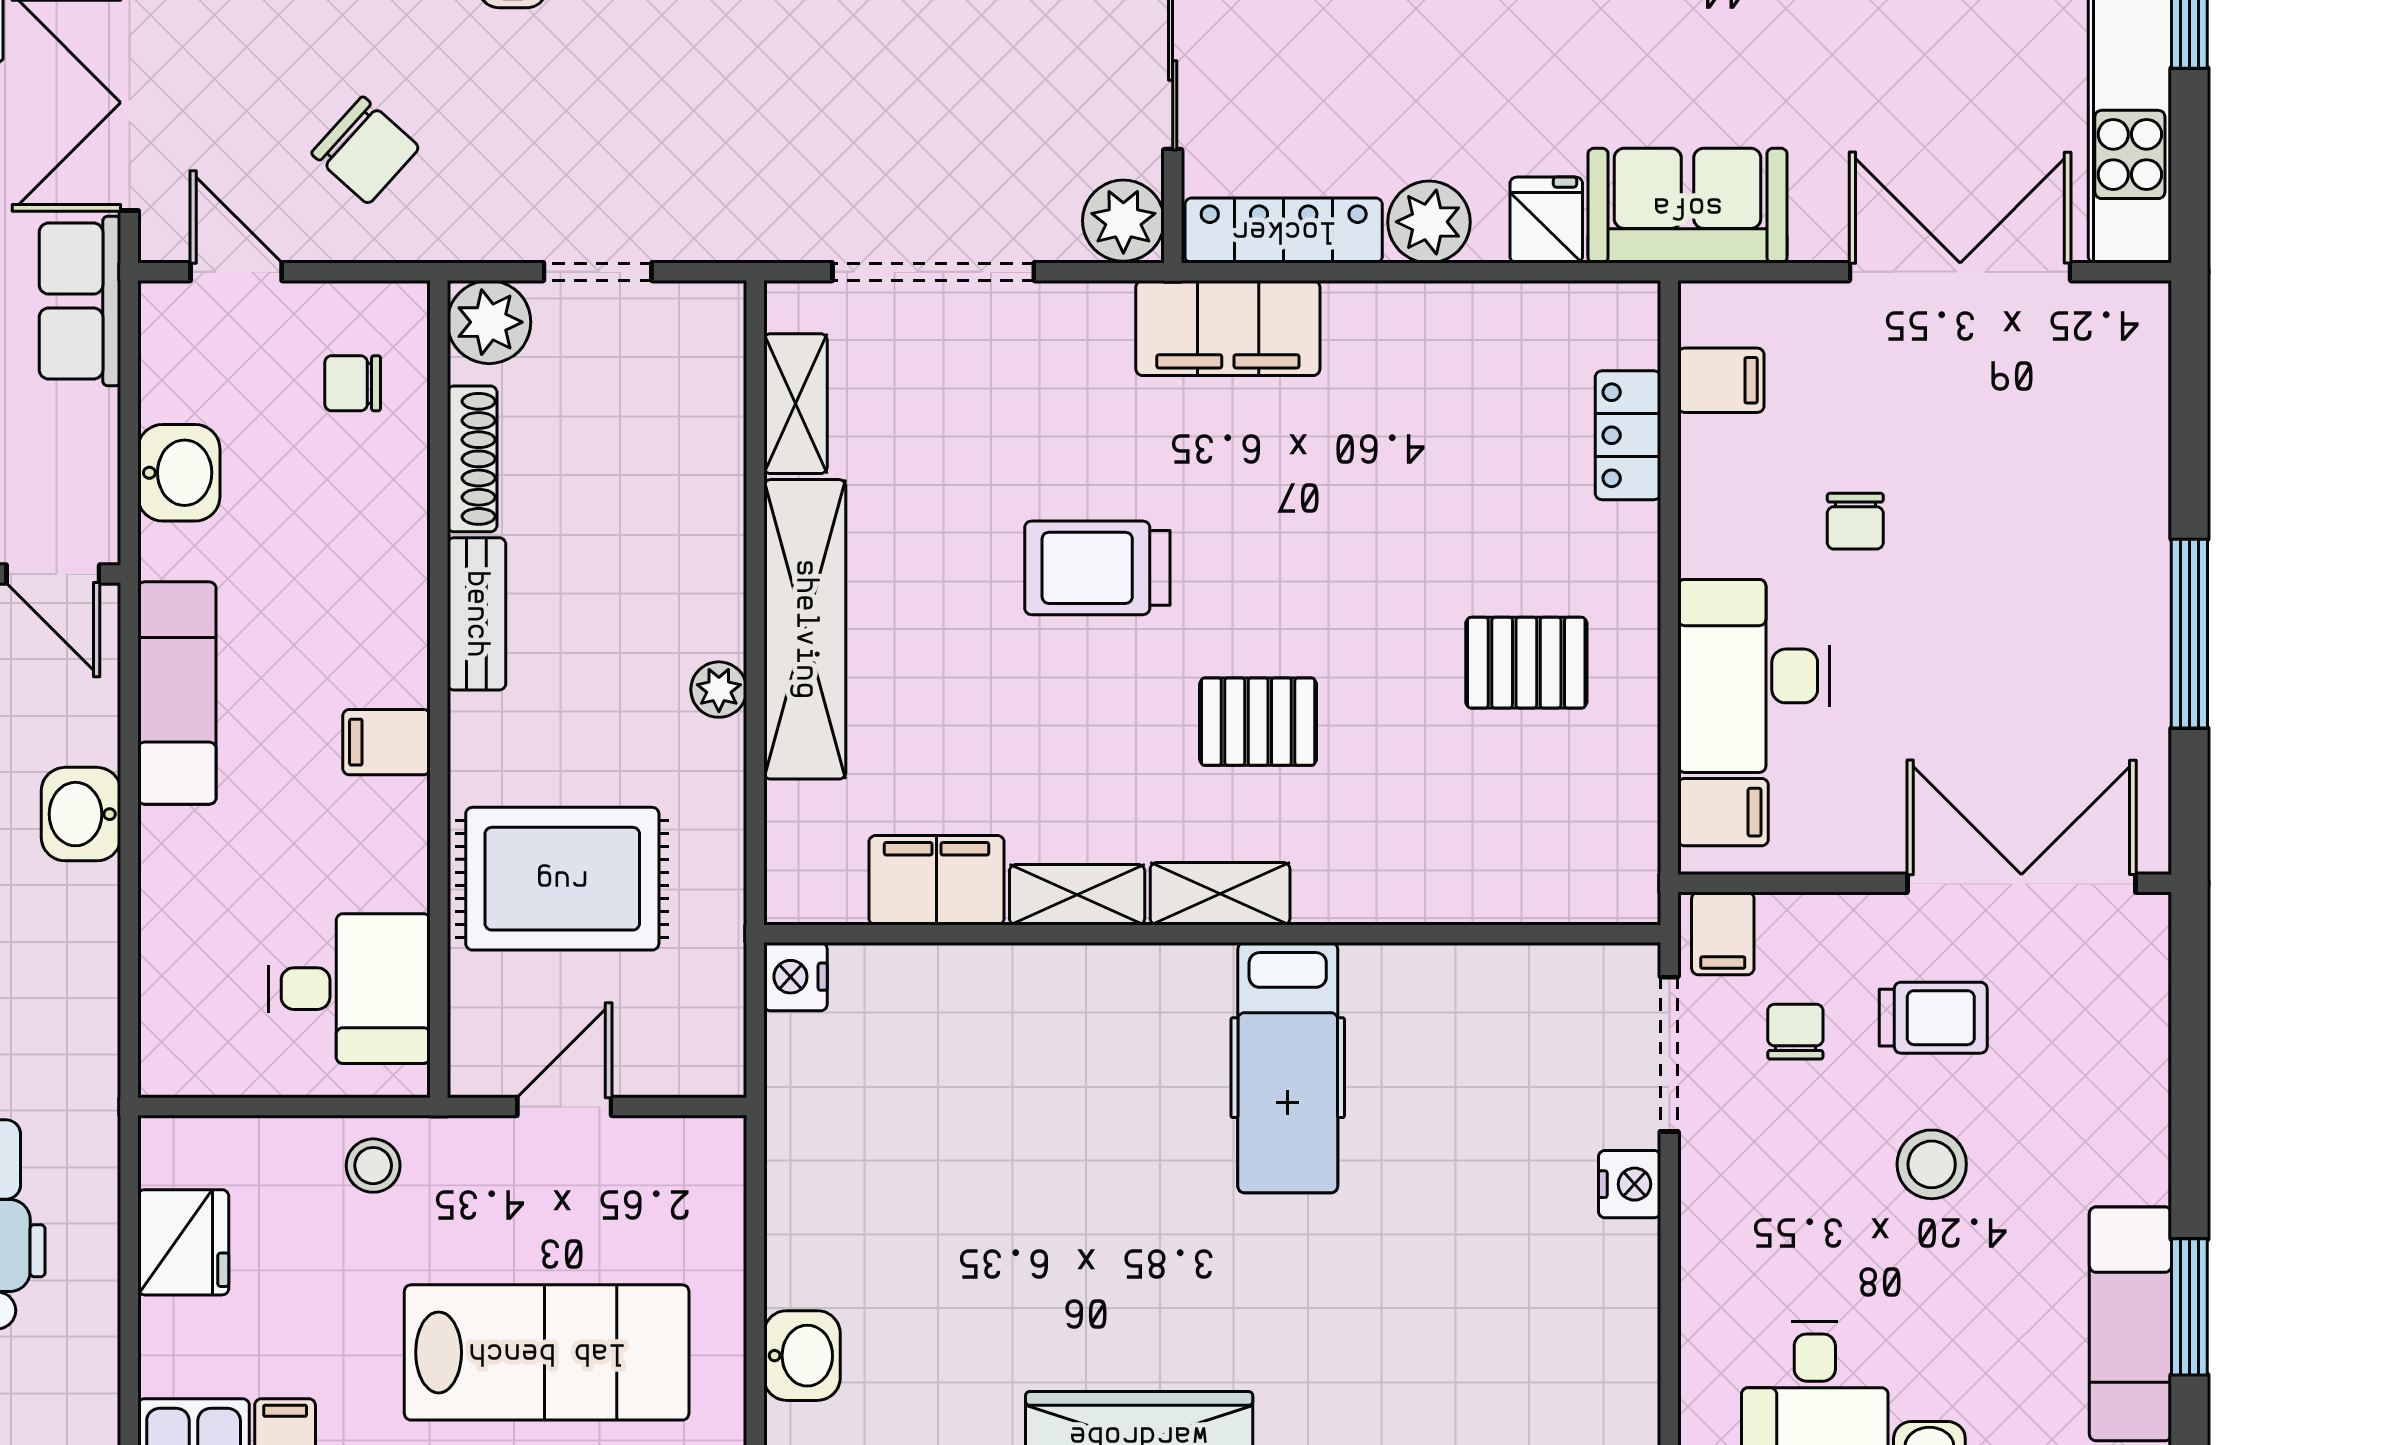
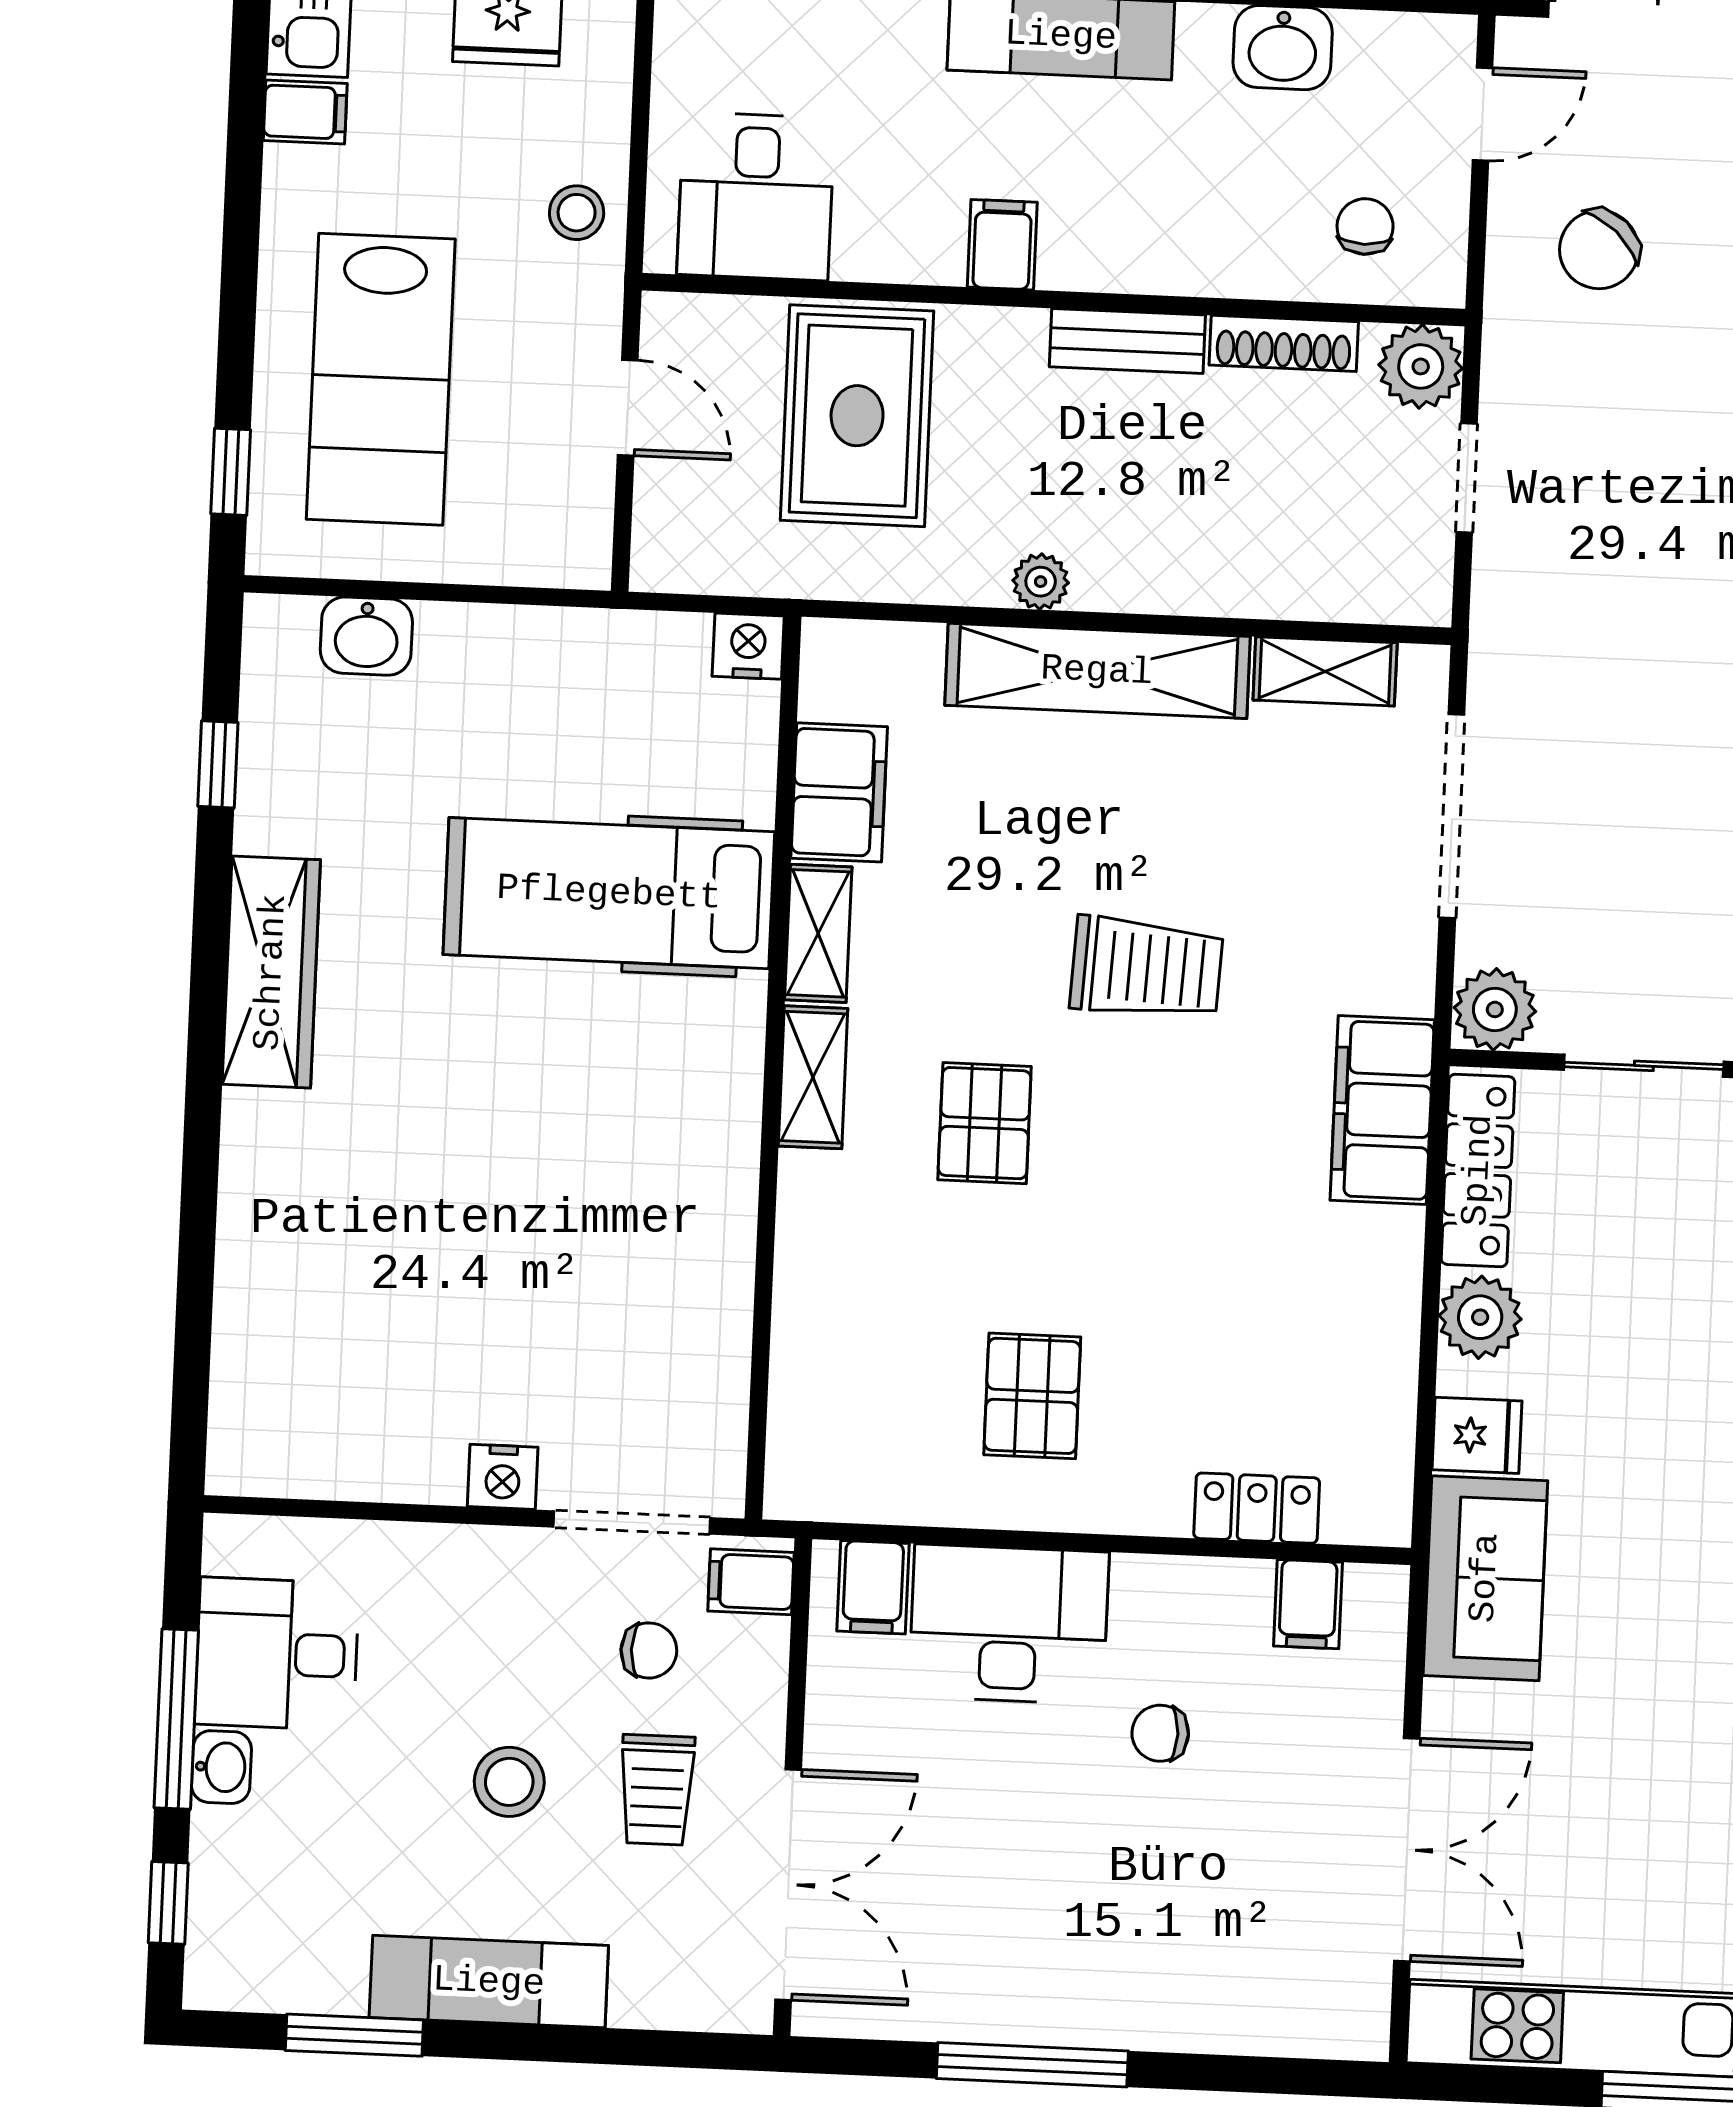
trolley: (1097, 568) -> (1146, 968), turned 93
hospital bed: (1288, 1068) -> (609, 893), moved, width x1.37, depth x1.29
exam couch: (2130, 1324) -> (489, 1982), moved

